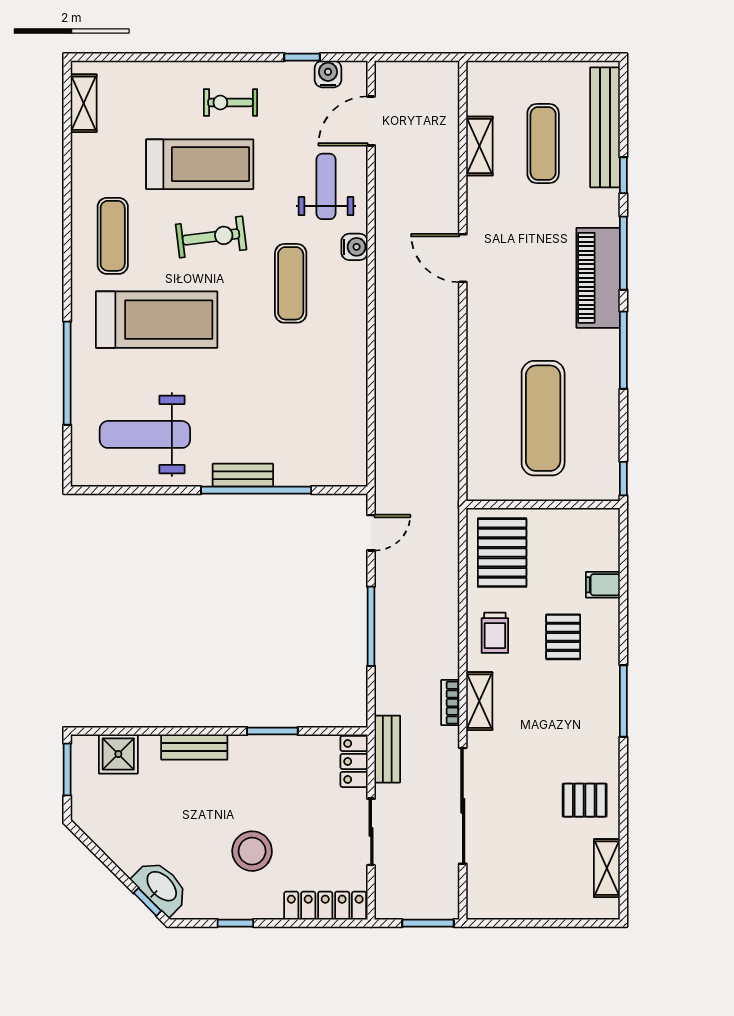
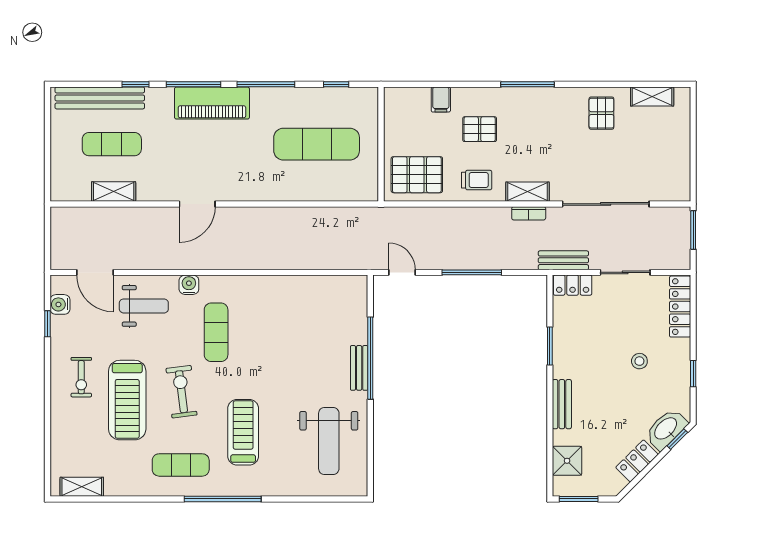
treadmill: (200, 164) -> (127, 400), turned 180
weight bench: (326, 186) -> (144, 306), turned 180
exercise mat: (291, 283) -> (216, 332), turned 90
treadmill: (157, 320) -> (243, 432), width x0.73, depth x0.73
window: (67, 373) -> (223, 499), moved
window: (623, 479) -> (336, 84), moved
locker: (118, 848) -> (637, 461), added
stool: (252, 851) -> (639, 361), width x0.53, depth x0.53

